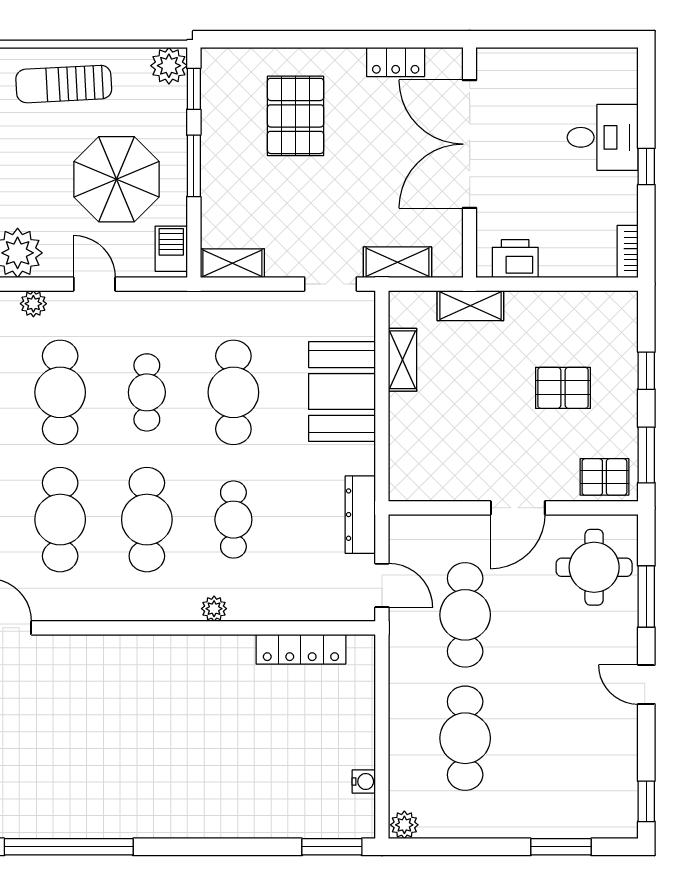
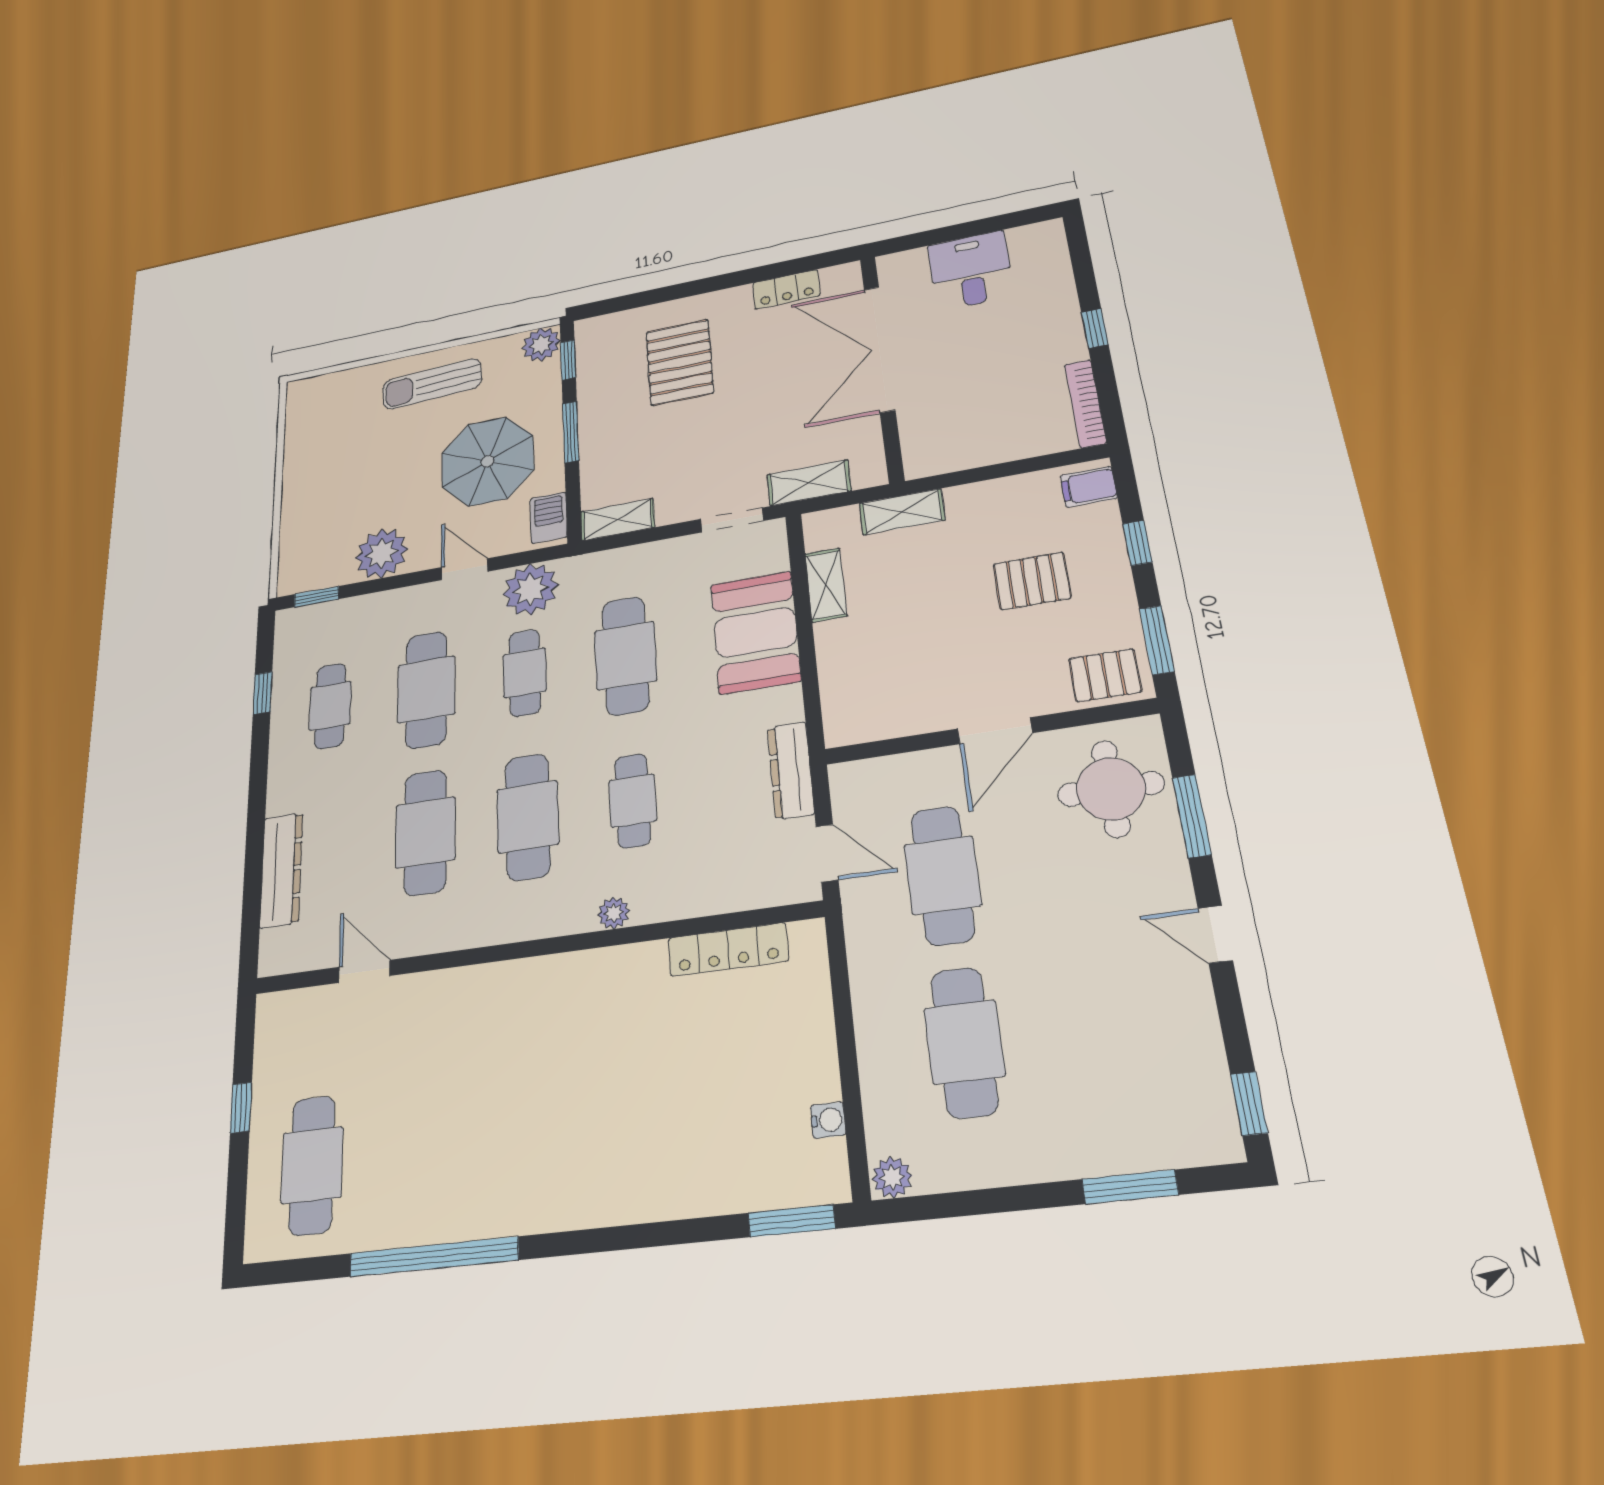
desk: (603, 137) -> (971, 271), moved, turned -90
bookcase: (628, 251) -> (1085, 404), width x1.56
printer: (515, 259) -> (950, 453), removed
plant: (33, 304) -> (530, 589), moved, width x1.87, depth x1.87
filing cabinet: (618, 314) -> (1089, 487), added

